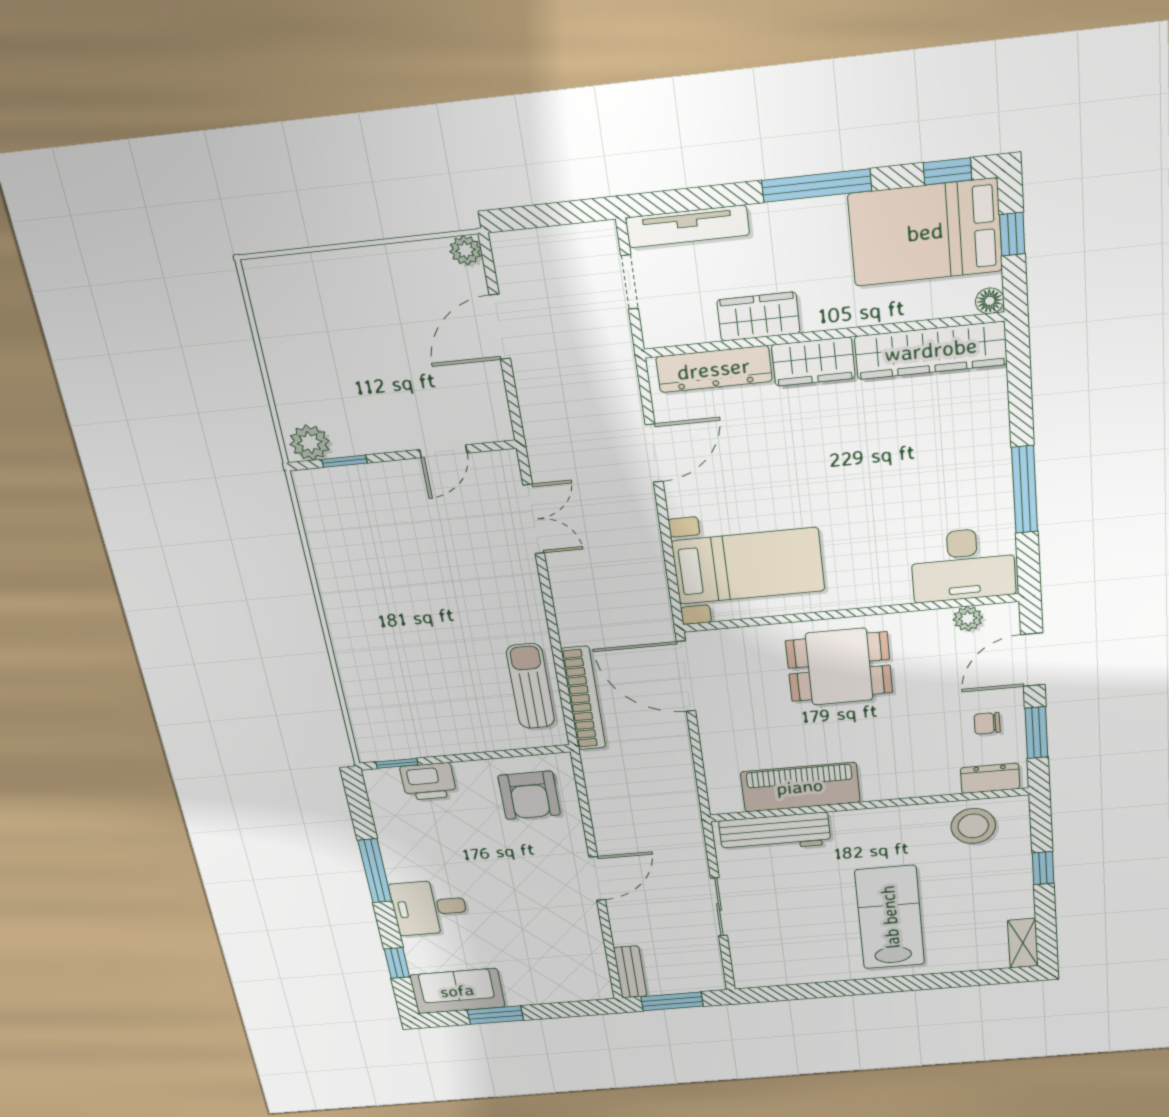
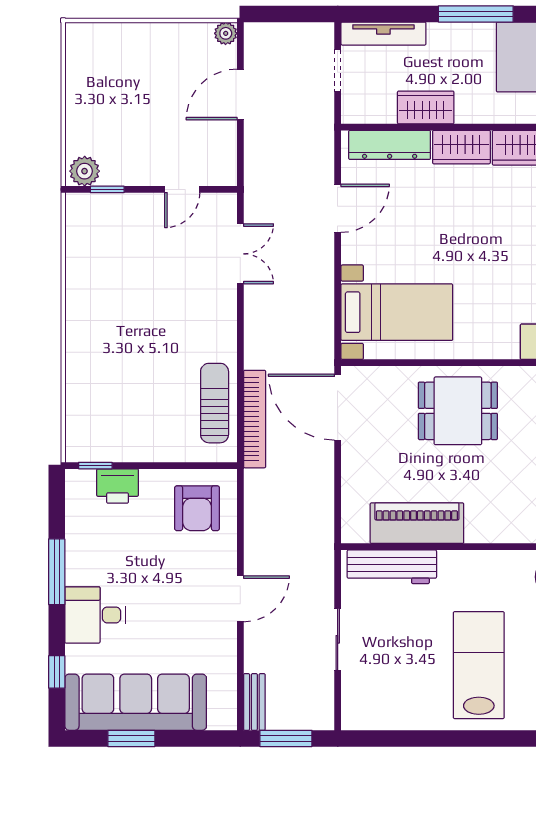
sofa: (457, 991) -> (136, 702), width x1.85, depth x1.27

